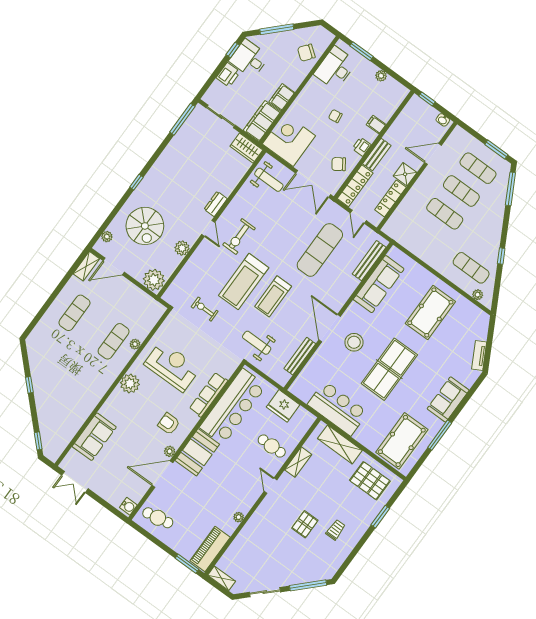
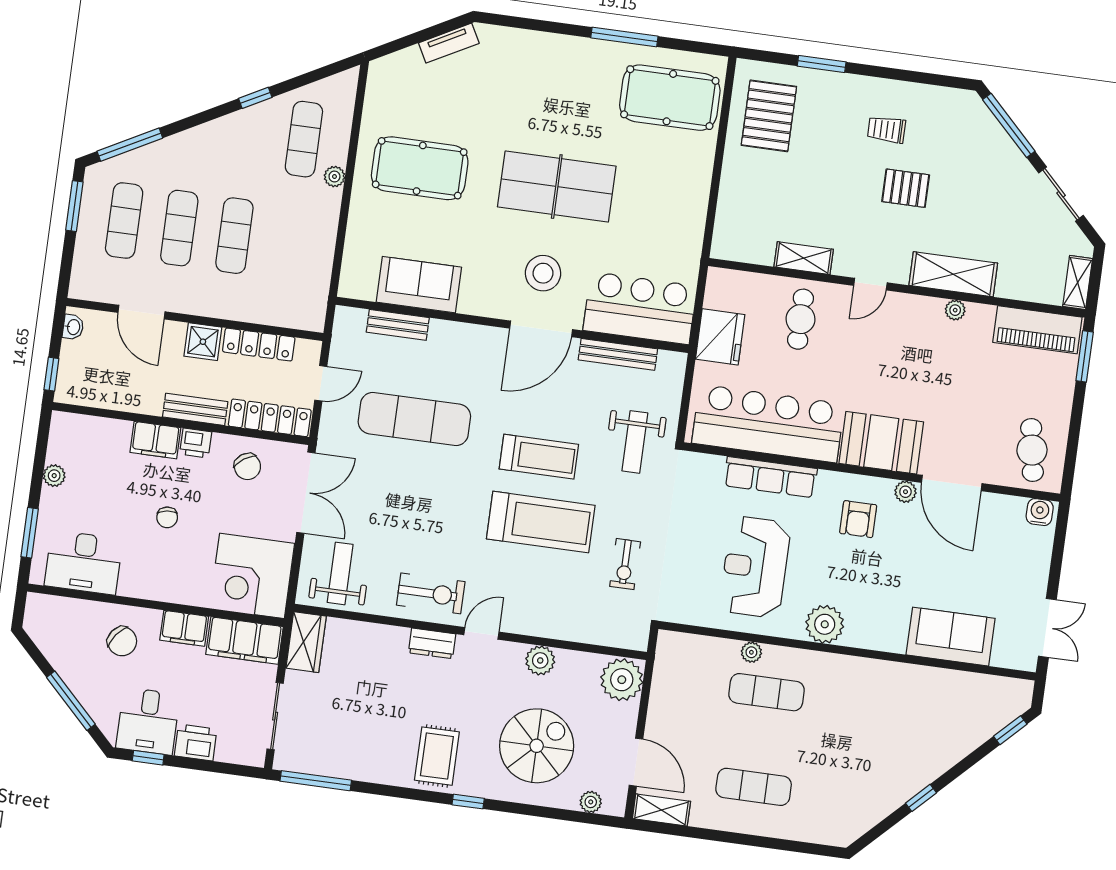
chair: (306, 53) -> (122, 641), moved
filing cabinet: (376, 125) -> (155, 440), width x2.00
rug: (164, 179) -> (437, 756), added
exercise bike: (239, 237) -> (431, 593), moved
bench: (369, 261) -> (398, 325), width x0.73
sofa: (379, 284) -> (419, 285), width x0.73
plant: (478, 295) -> (334, 177), moved
sofa: (448, 399) -> (554, 56), removed
bar counter: (338, 408) -> (640, 308), moved, turned 90
shelving: (340, 444) -> (953, 274), moved, turned 90

